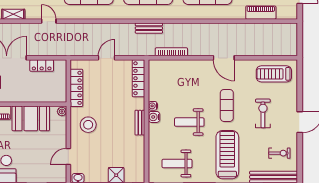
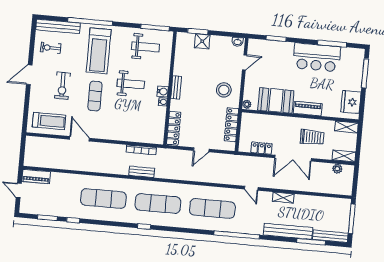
piano: (261, 13) -> (36, 177), moved
bench: (149, 28) -> (142, 172), moved
door: (224, 58) -> (79, 139), moved

